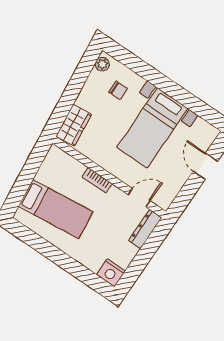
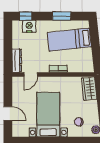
window: (44, 248) -> (62, 16), added
nightstand: (111, 273) -> (29, 26), moved
window: (93, 280) -> (26, 16), added

